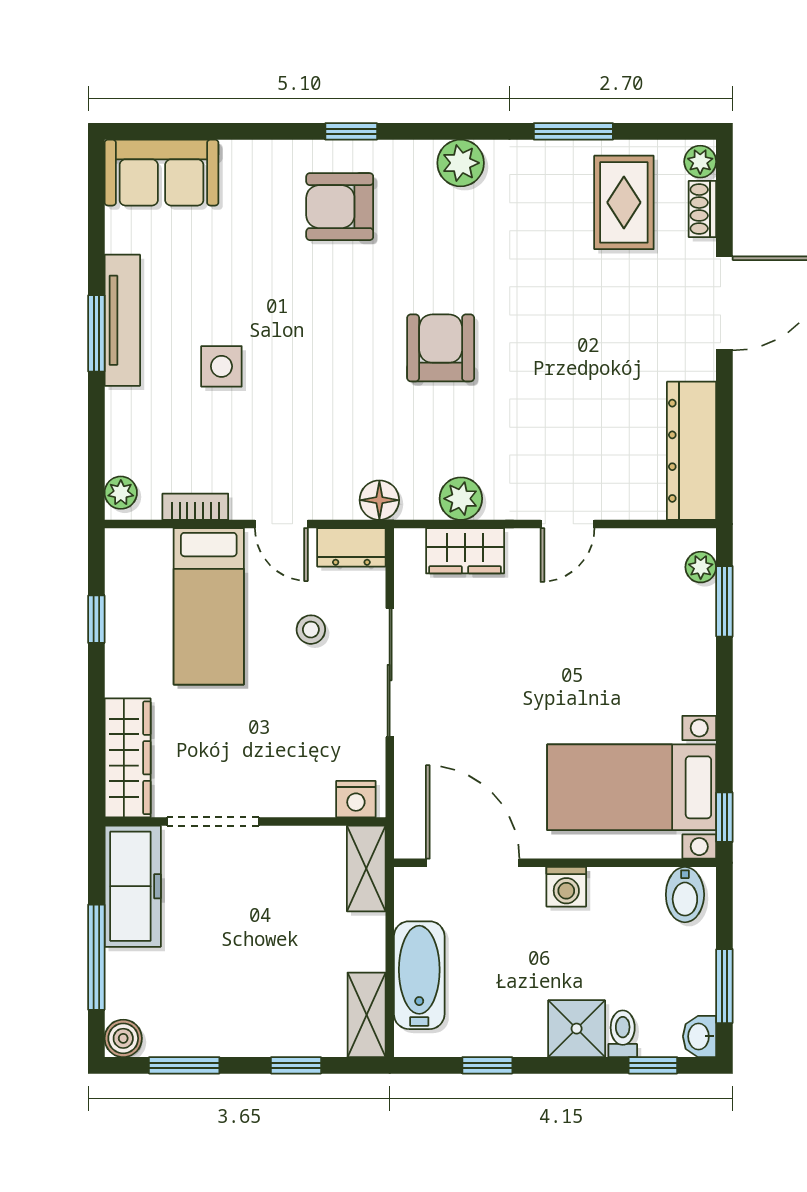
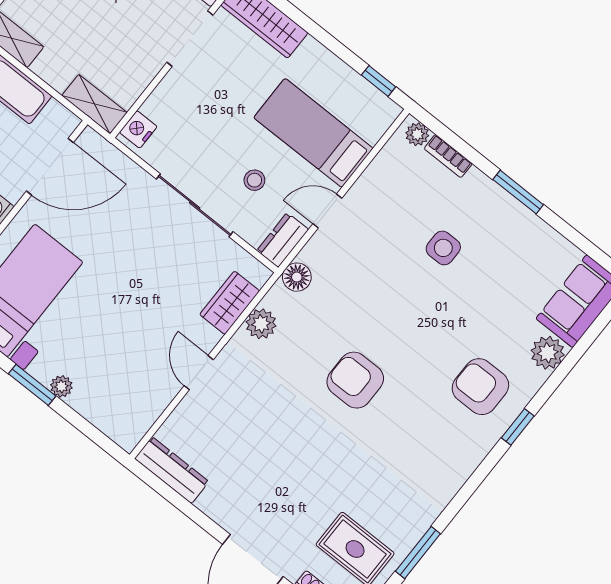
plant: (461, 163) -> (548, 353), moved
armchair: (340, 207) -> (480, 387), turned -90
tv unit: (122, 320) -> (514, 213), removed
armchair: (441, 348) -> (355, 380), turned 180
dresser: (692, 451) -> (172, 470), width x0.73, depth x0.80
bookcase: (195, 507) -> (448, 156), moved, turned 90
plant: (701, 567) -> (61, 386), moved
window: (724, 601) -> (32, 385), moved
window: (96, 619) -> (379, 81), moved

